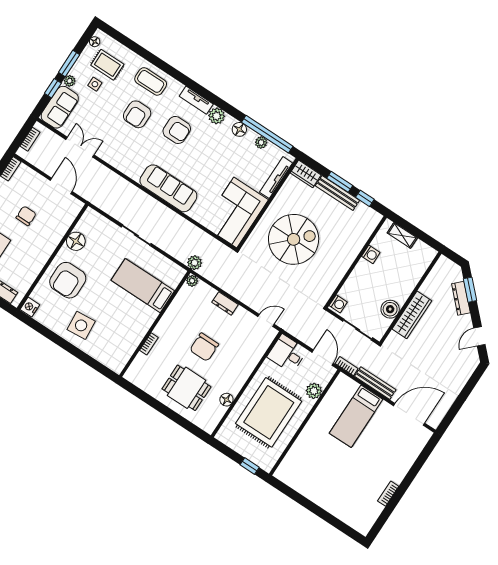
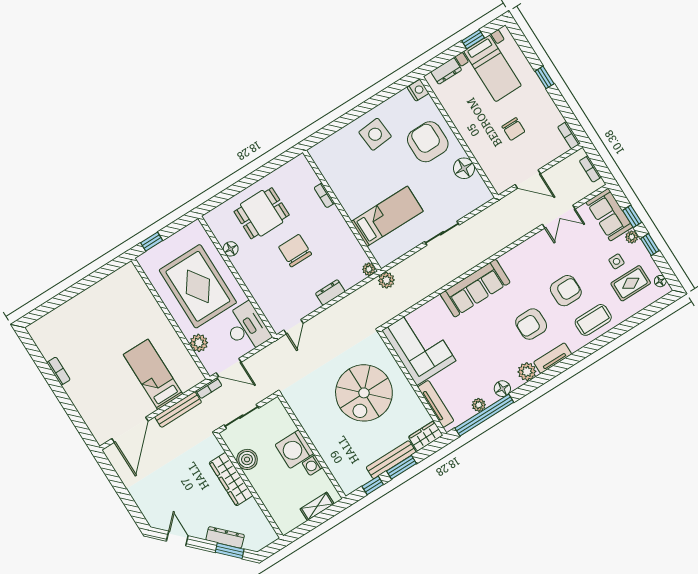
window: (69, 63) -> (650, 245), width x0.67
armchair: (137, 114) -> (566, 291), turned 90
washing machine: (338, 304) -> (294, 449), moved, width x1.89, depth x1.89
desk: (287, 354) -> (246, 328), width x1.37

